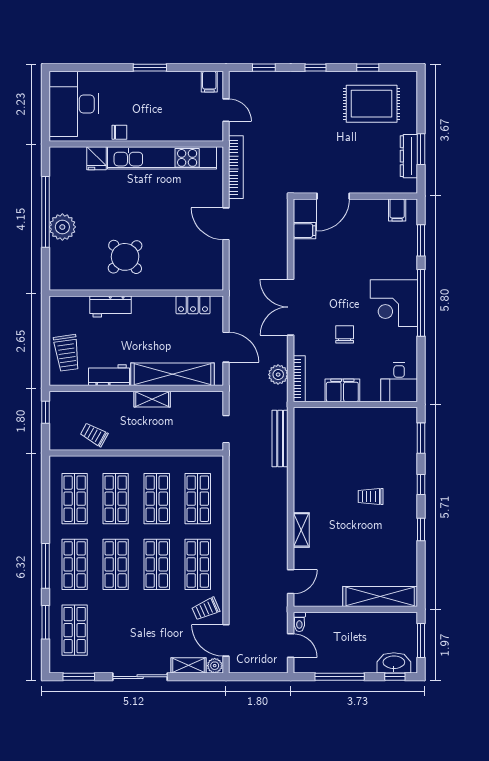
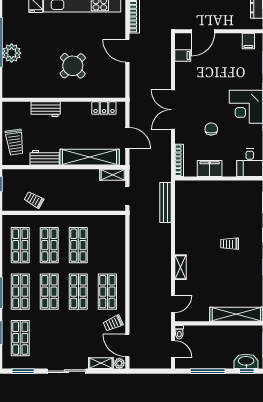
round table: (125, 257) -> (73, 66), moved
plant: (278, 375) -> (164, 157), removed
shelving: (152, 399) -> (113, 175), moved
shop shelf: (198, 499) -> (107, 245), removed

